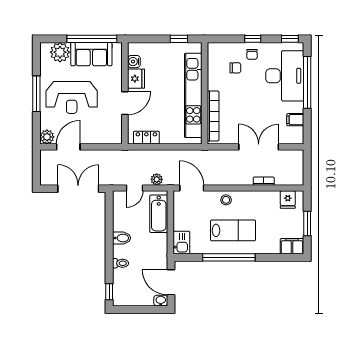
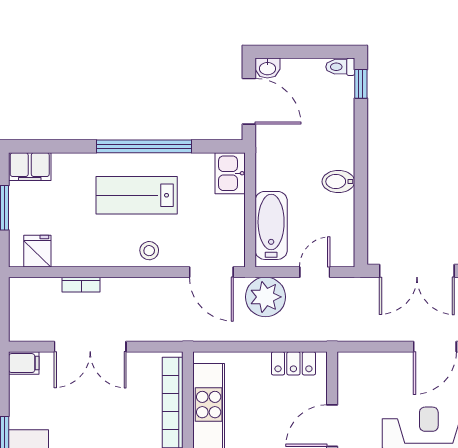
filing cabinet: (295, 120) -> (24, 363), moved
plant: (157, 179) -> (266, 297), width x1.88, depth x1.88
toilet: (121, 263) -> (340, 67), moved

